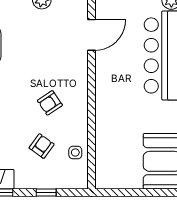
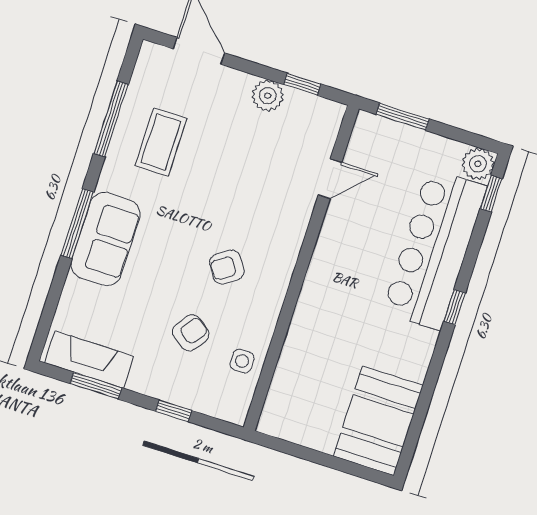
door: (92, 35) -> (330, 179), width x0.73

